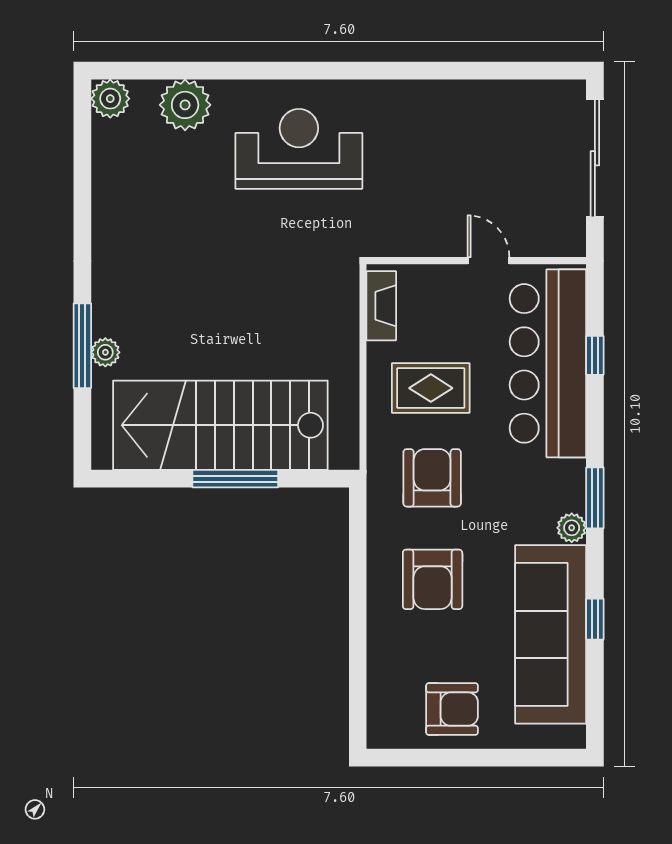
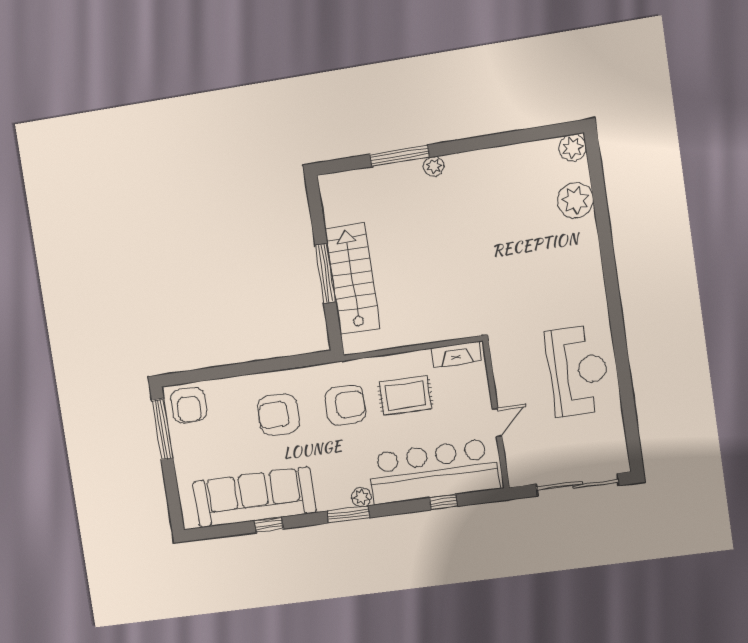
reception desk: (299, 149) -> (578, 371), moved
plant: (105, 352) -> (434, 166), moved
rug: (431, 388) -> (405, 396), turned 90
stairs: (220, 425) -> (352, 279), width x0.73, depth x0.66
plant: (572, 528) -> (361, 497), moved
armchair: (452, 709) -> (189, 405), moved
window: (430, 758) -> (162, 429), added

